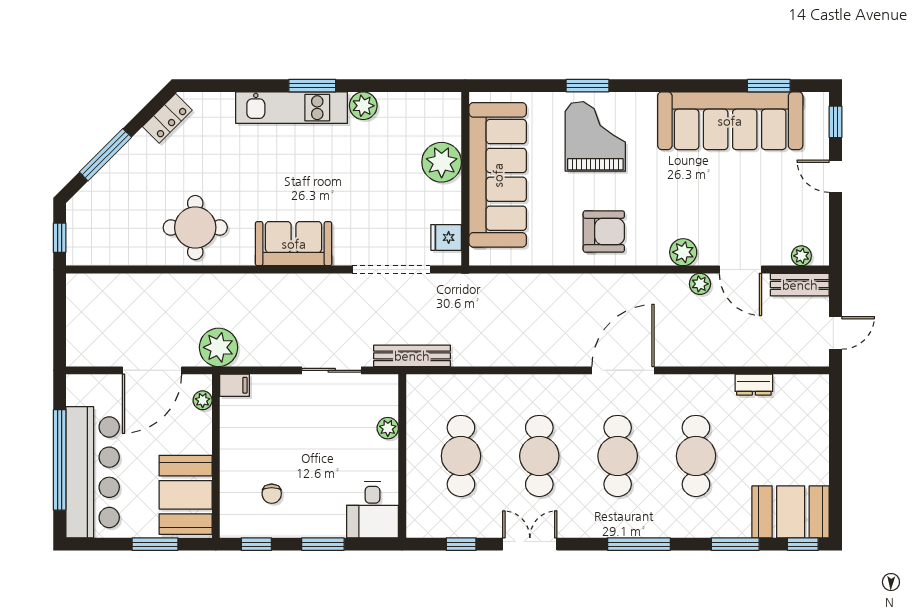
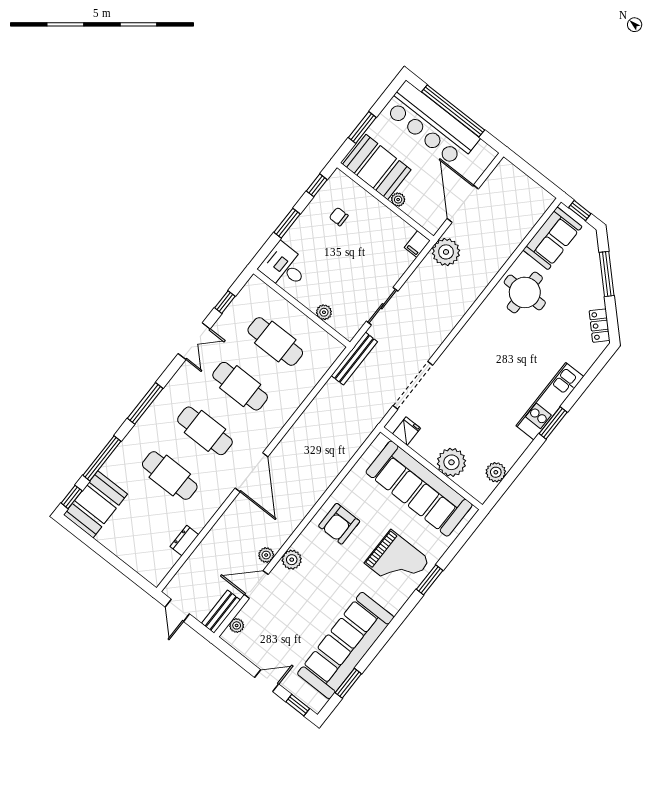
plant: (363, 106) -> (496, 472), moved
sofa: (294, 244) -> (552, 238), moved
plant: (203, 400) -> (398, 200), moved
window: (735, 544) -> (102, 458), width x1.44

